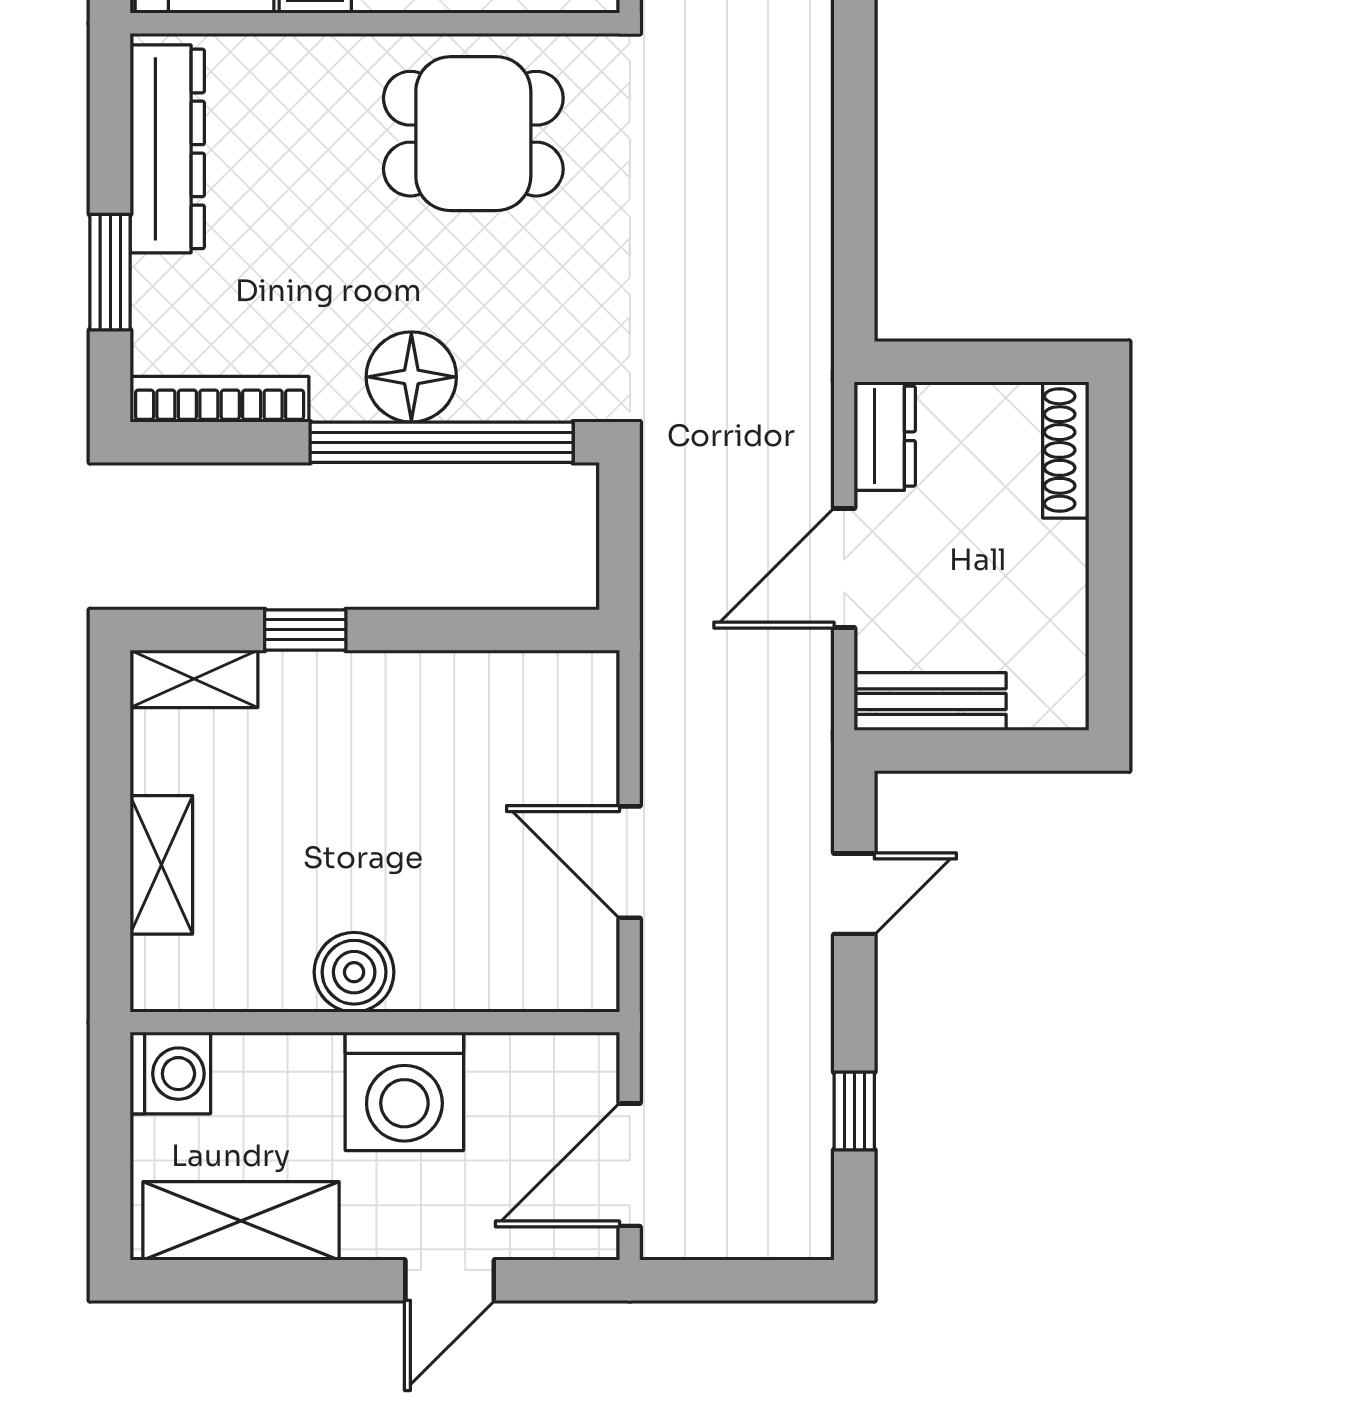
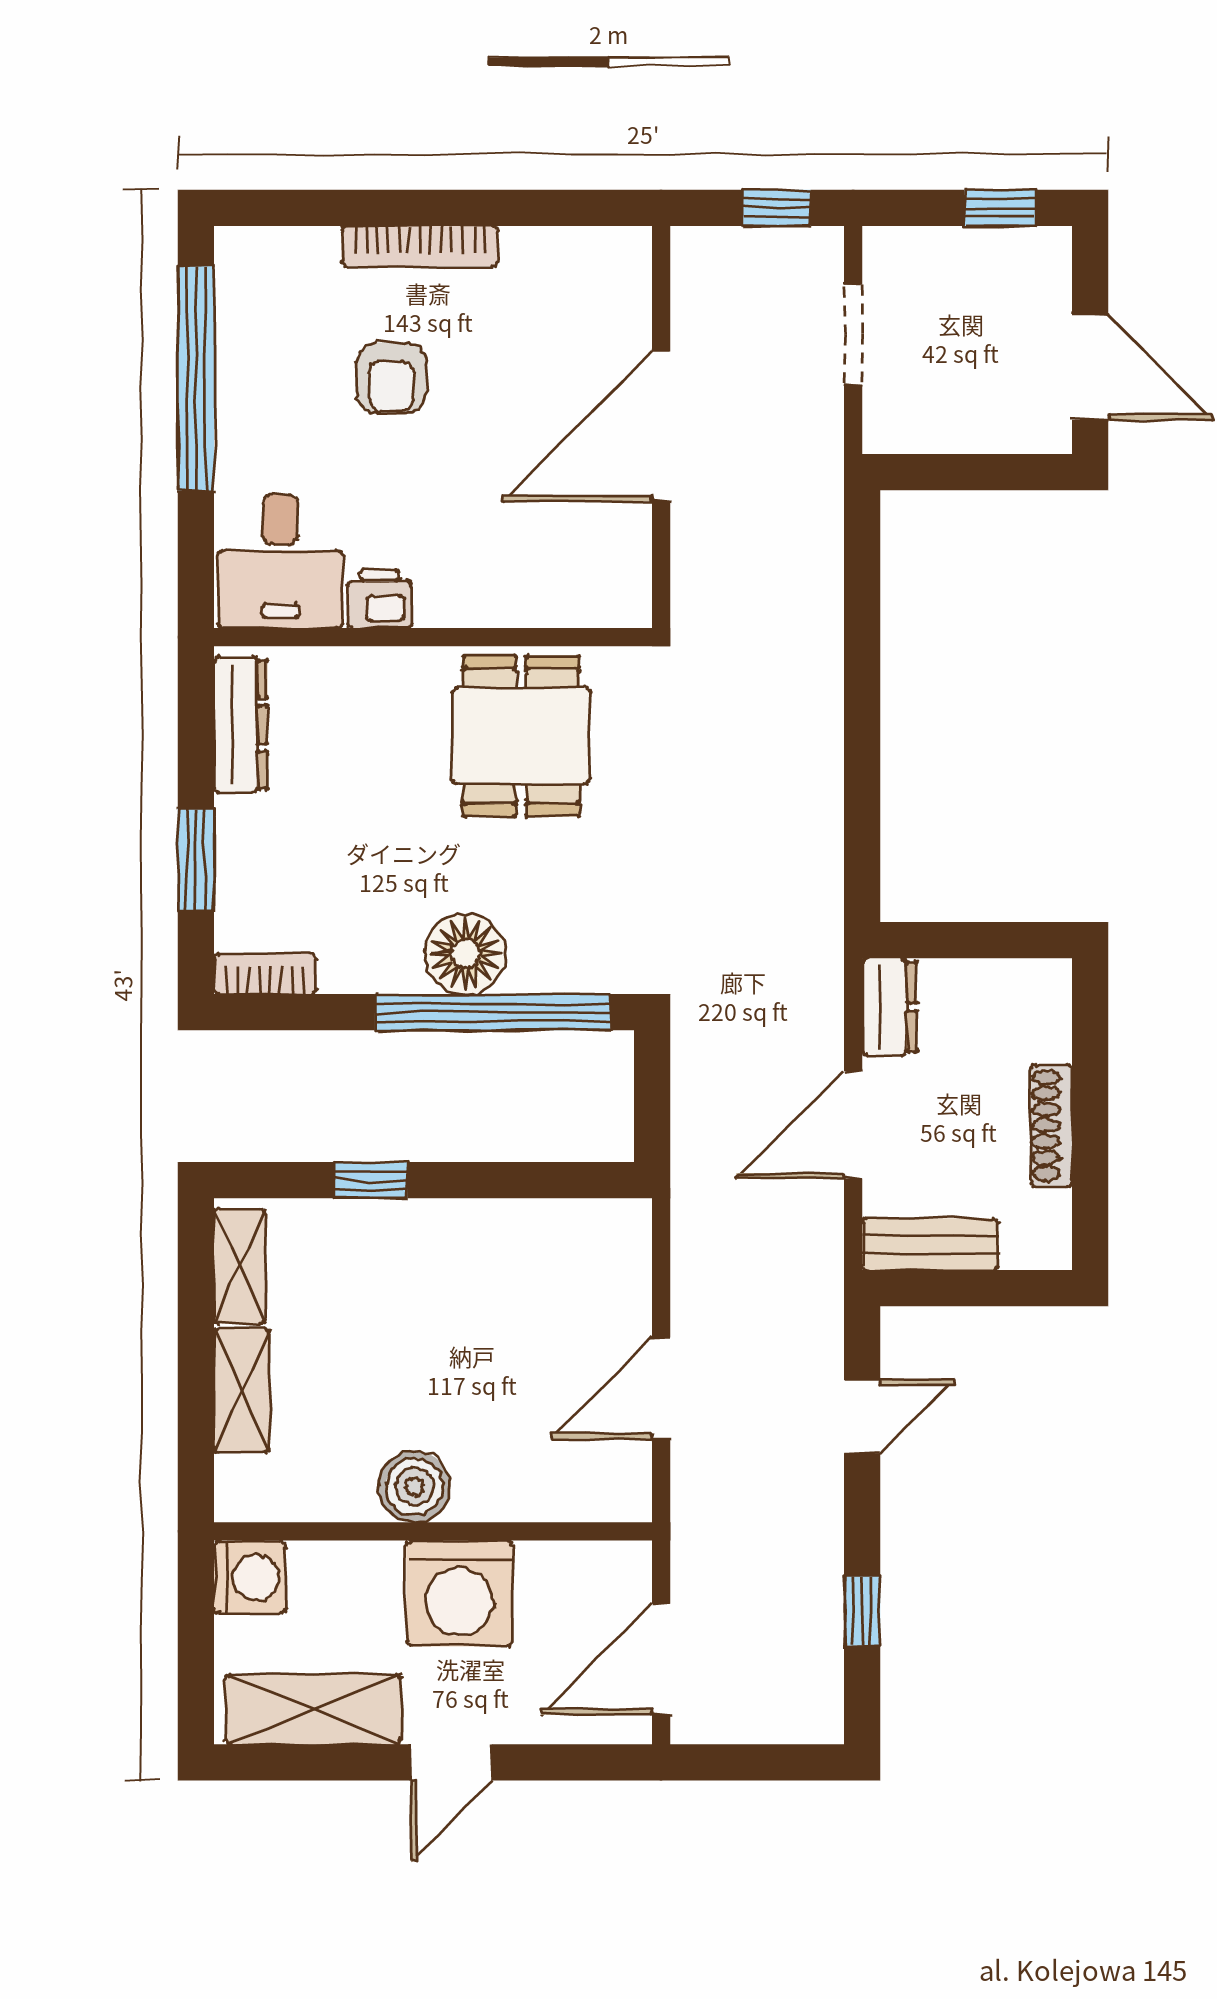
dining table: (473, 134) -> (521, 736), turned 90
dresser: (167, 149) -> (241, 725), width x0.73, depth x0.80
bookcase: (220, 399) -> (265, 974), width x0.64
shoe rack: (1066, 450) -> (1051, 1125), moved
shelving: (194, 679) -> (240, 1266), moved, turned 90
door: (630, 862) -> (661, 1388), hinge flipped
door: (450, 1280) -> (451, 1762), moved

